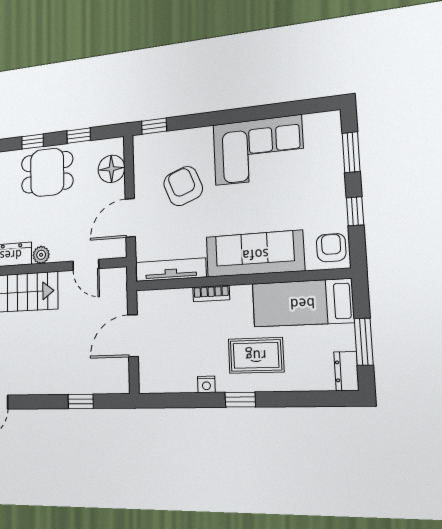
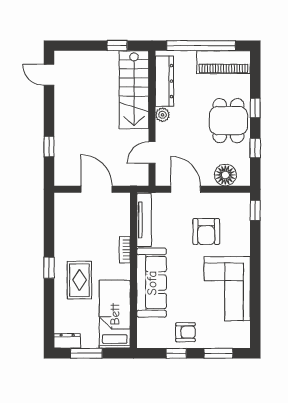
armchair: (183, 186) -> (206, 232), turned 111
armchair: (331, 248) -> (185, 332), moved
nightstand: (206, 384) -> (60, 244), removed

